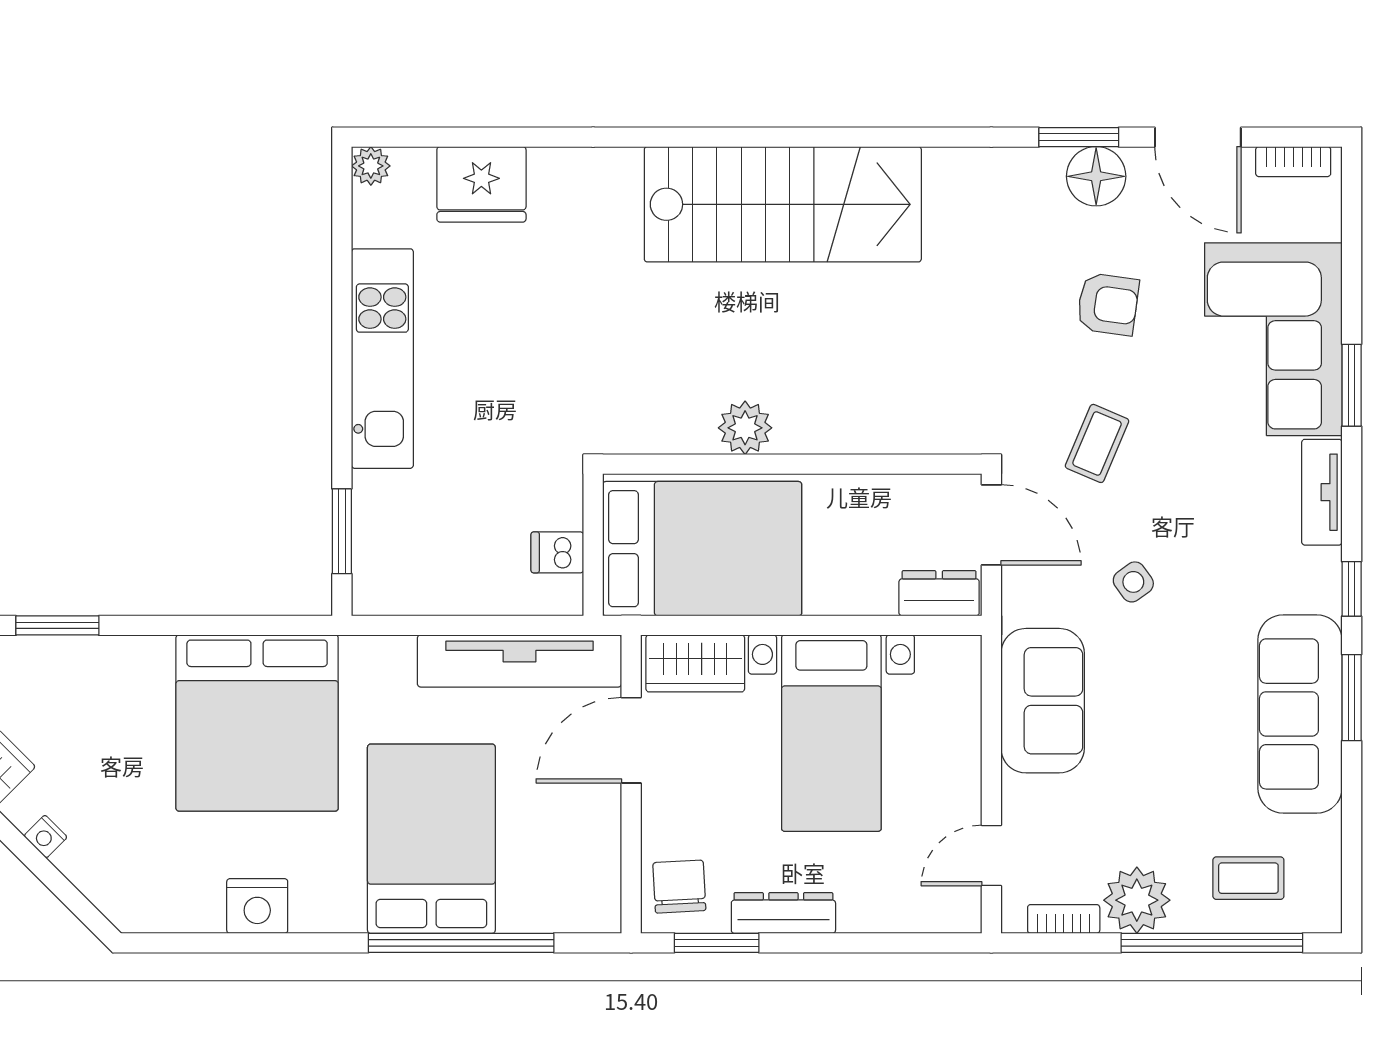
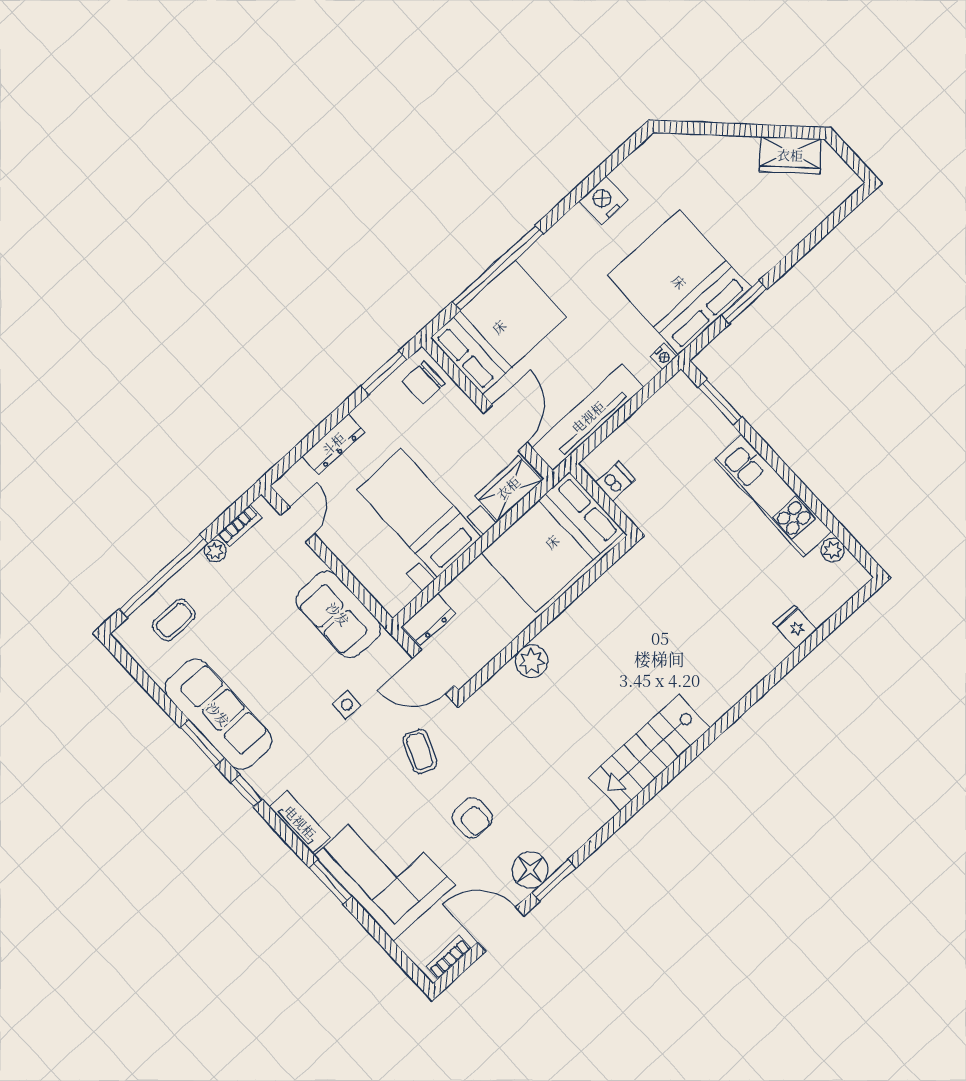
plant: (371, 166) -> (833, 550), moved
fridge: (481, 184) -> (795, 627), width x0.53, depth x0.75
stairs: (783, 204) -> (650, 753), width x0.73, depth x0.66
armchair: (1108, 304) -> (472, 818), turned -98
plant: (745, 428) -> (531, 661), moved
side table: (1133, 582) -> (347, 705), turned 36
window: (57, 625) -> (744, 302), moved
nightstand: (46, 837) -> (663, 356), moved, turned 135
bed: (431, 839) -> (499, 327), moved, turned -90
chair: (679, 887) -> (424, 382), turned 93
plant: (1137, 900) -> (215, 551), width x0.53, depth x0.53
dresser: (783, 913) -> (333, 444), moved

